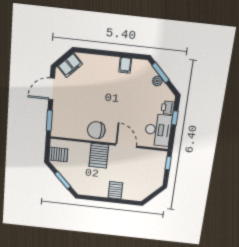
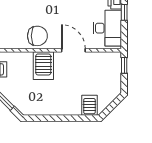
chair: (96, 130) -> (37, 36), turned 180
server rack: (115, 190) -> (89, 105), moved

